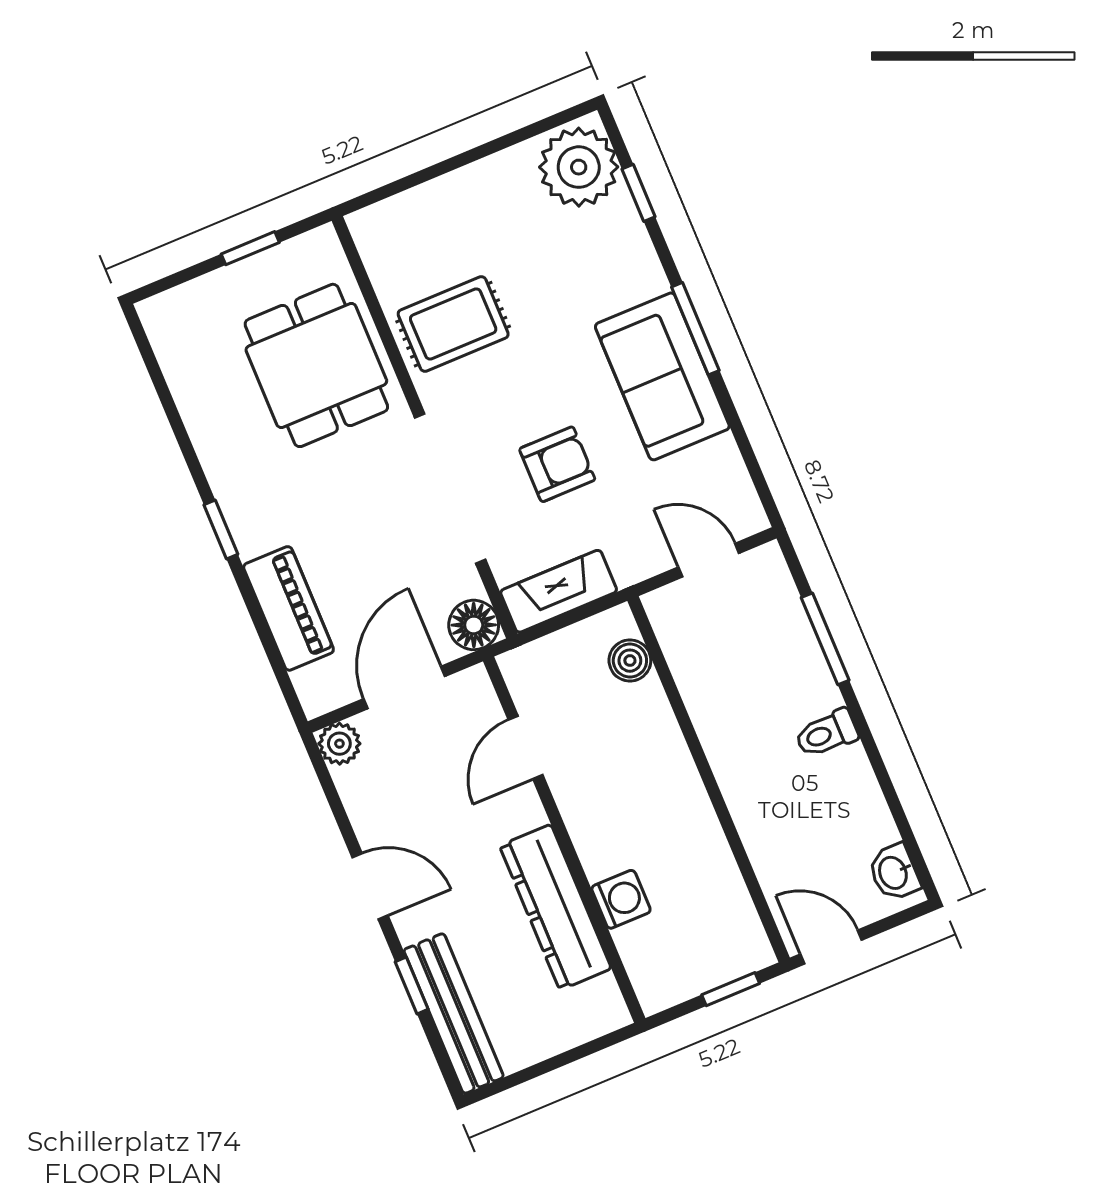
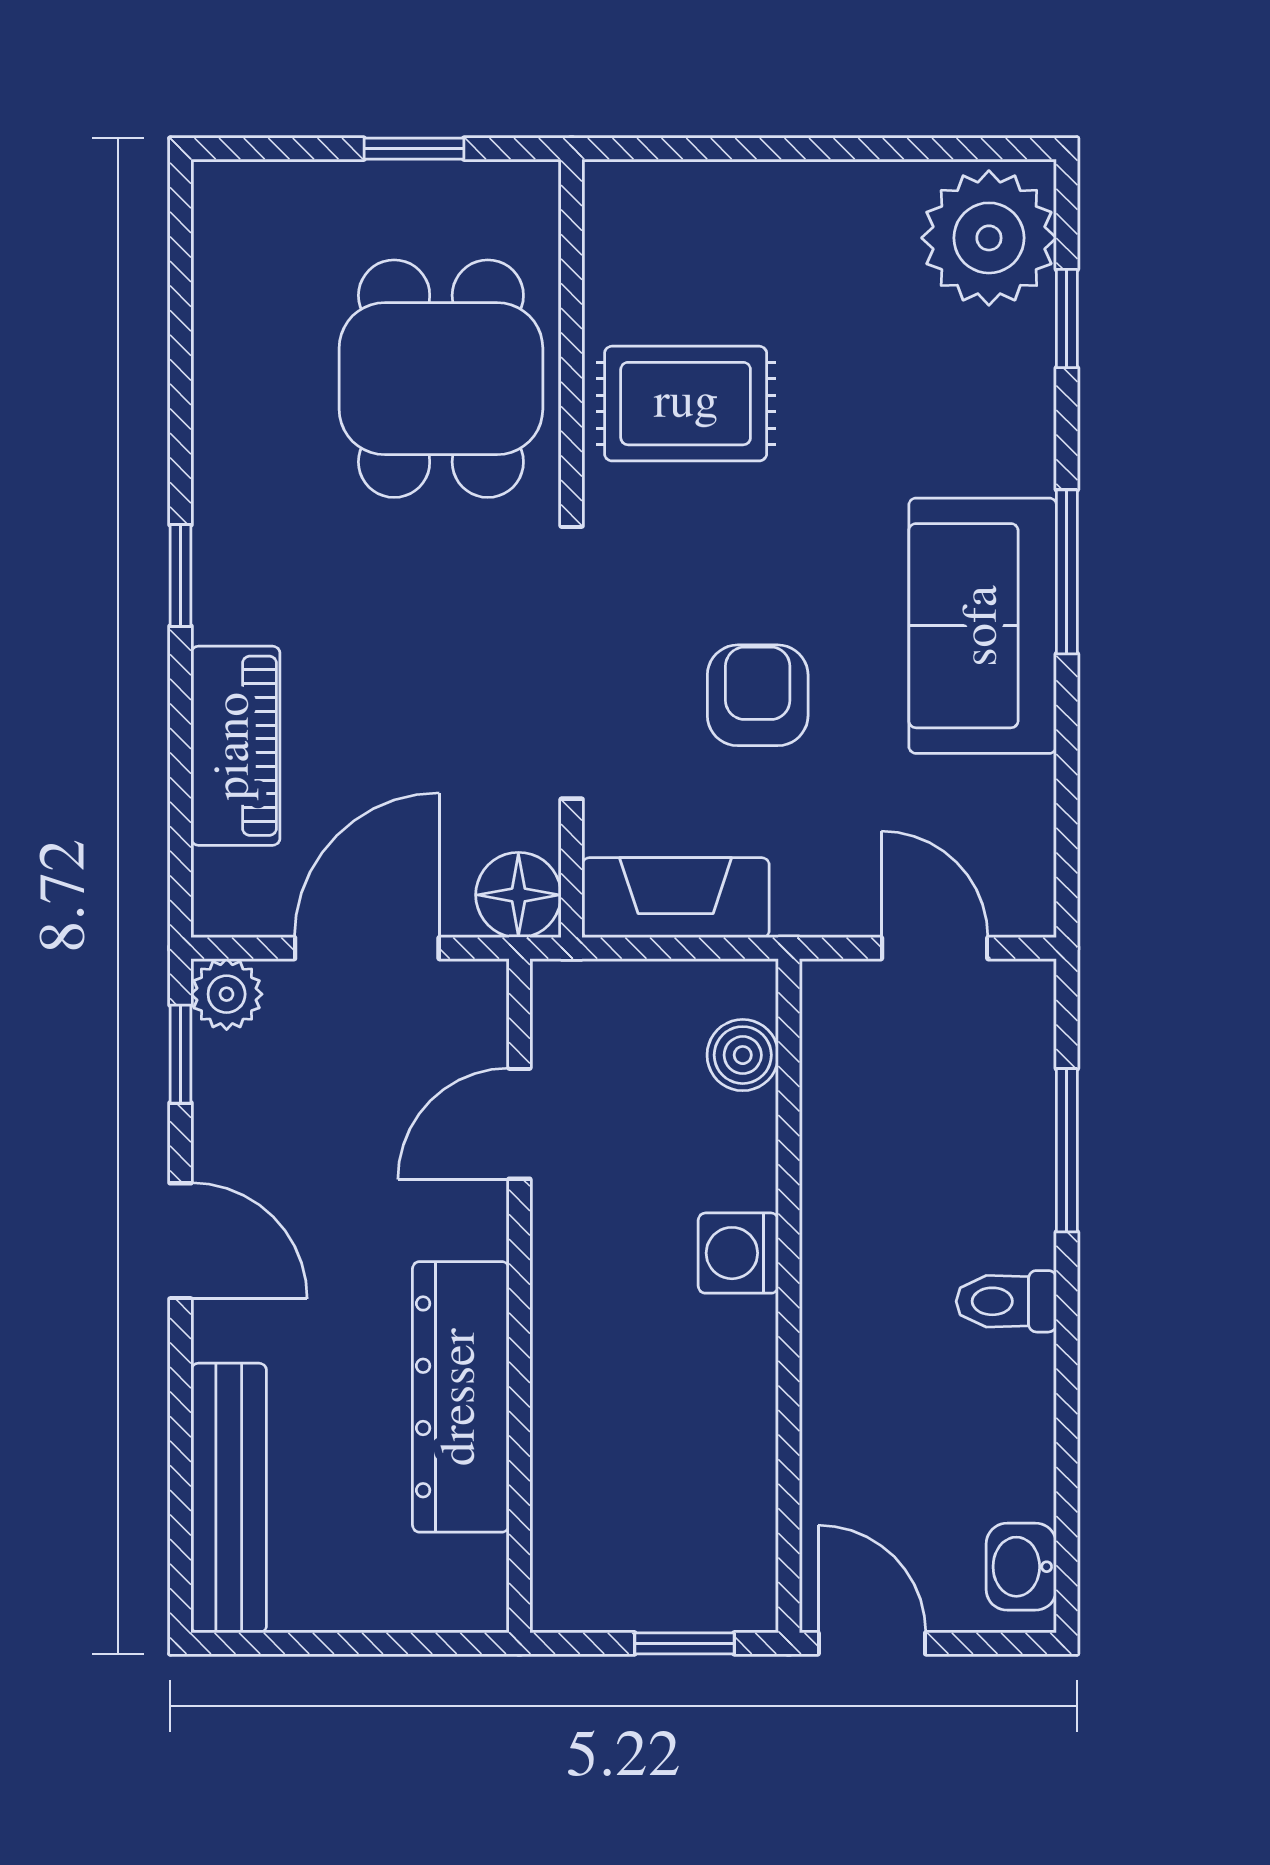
armchair: (557, 464) -> (758, 695), turned -90
washing machine: (621, 899) -> (738, 1253), moved, turned 180
window: (412, 986) -> (181, 1054), moved

